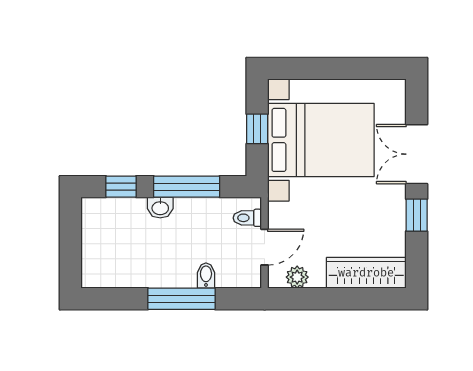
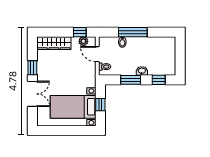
bed with nightstands: (321, 140) -> (73, 107), width x0.73
window: (187, 187) -> (131, 80), width x0.69
door: (265, 247) -> (97, 54), hinge flipped
window: (306, 299) -> (80, 32), added

